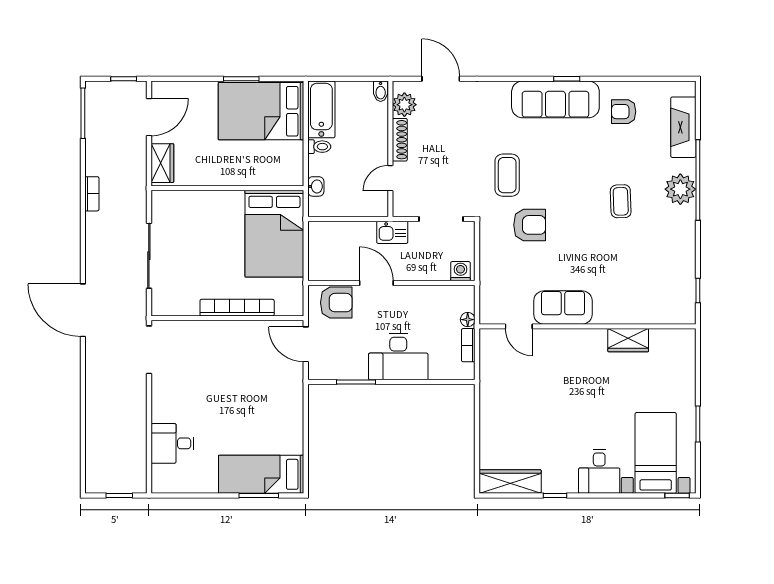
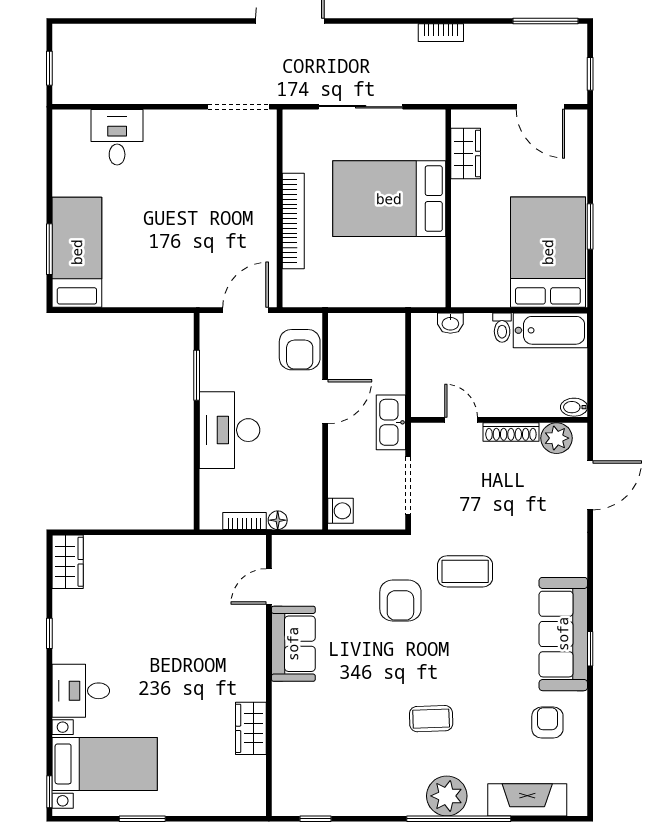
wardrobe: (162, 163) -> (466, 154), moved, turned -90
kitchen sink: (392, 232) -> (391, 422), width x1.38
bed: (274, 234) -> (389, 199), moved
wardrobe: (510, 482) -> (68, 562), width x0.67

